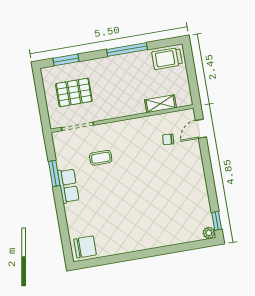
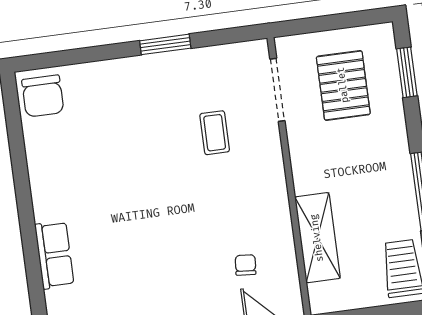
shelving: (161, 104) -> (317, 238), width x1.50, depth x1.33
window: (54, 173) -> (165, 44), moved
row of seats: (68, 186) -> (54, 255), moved, turned -90

